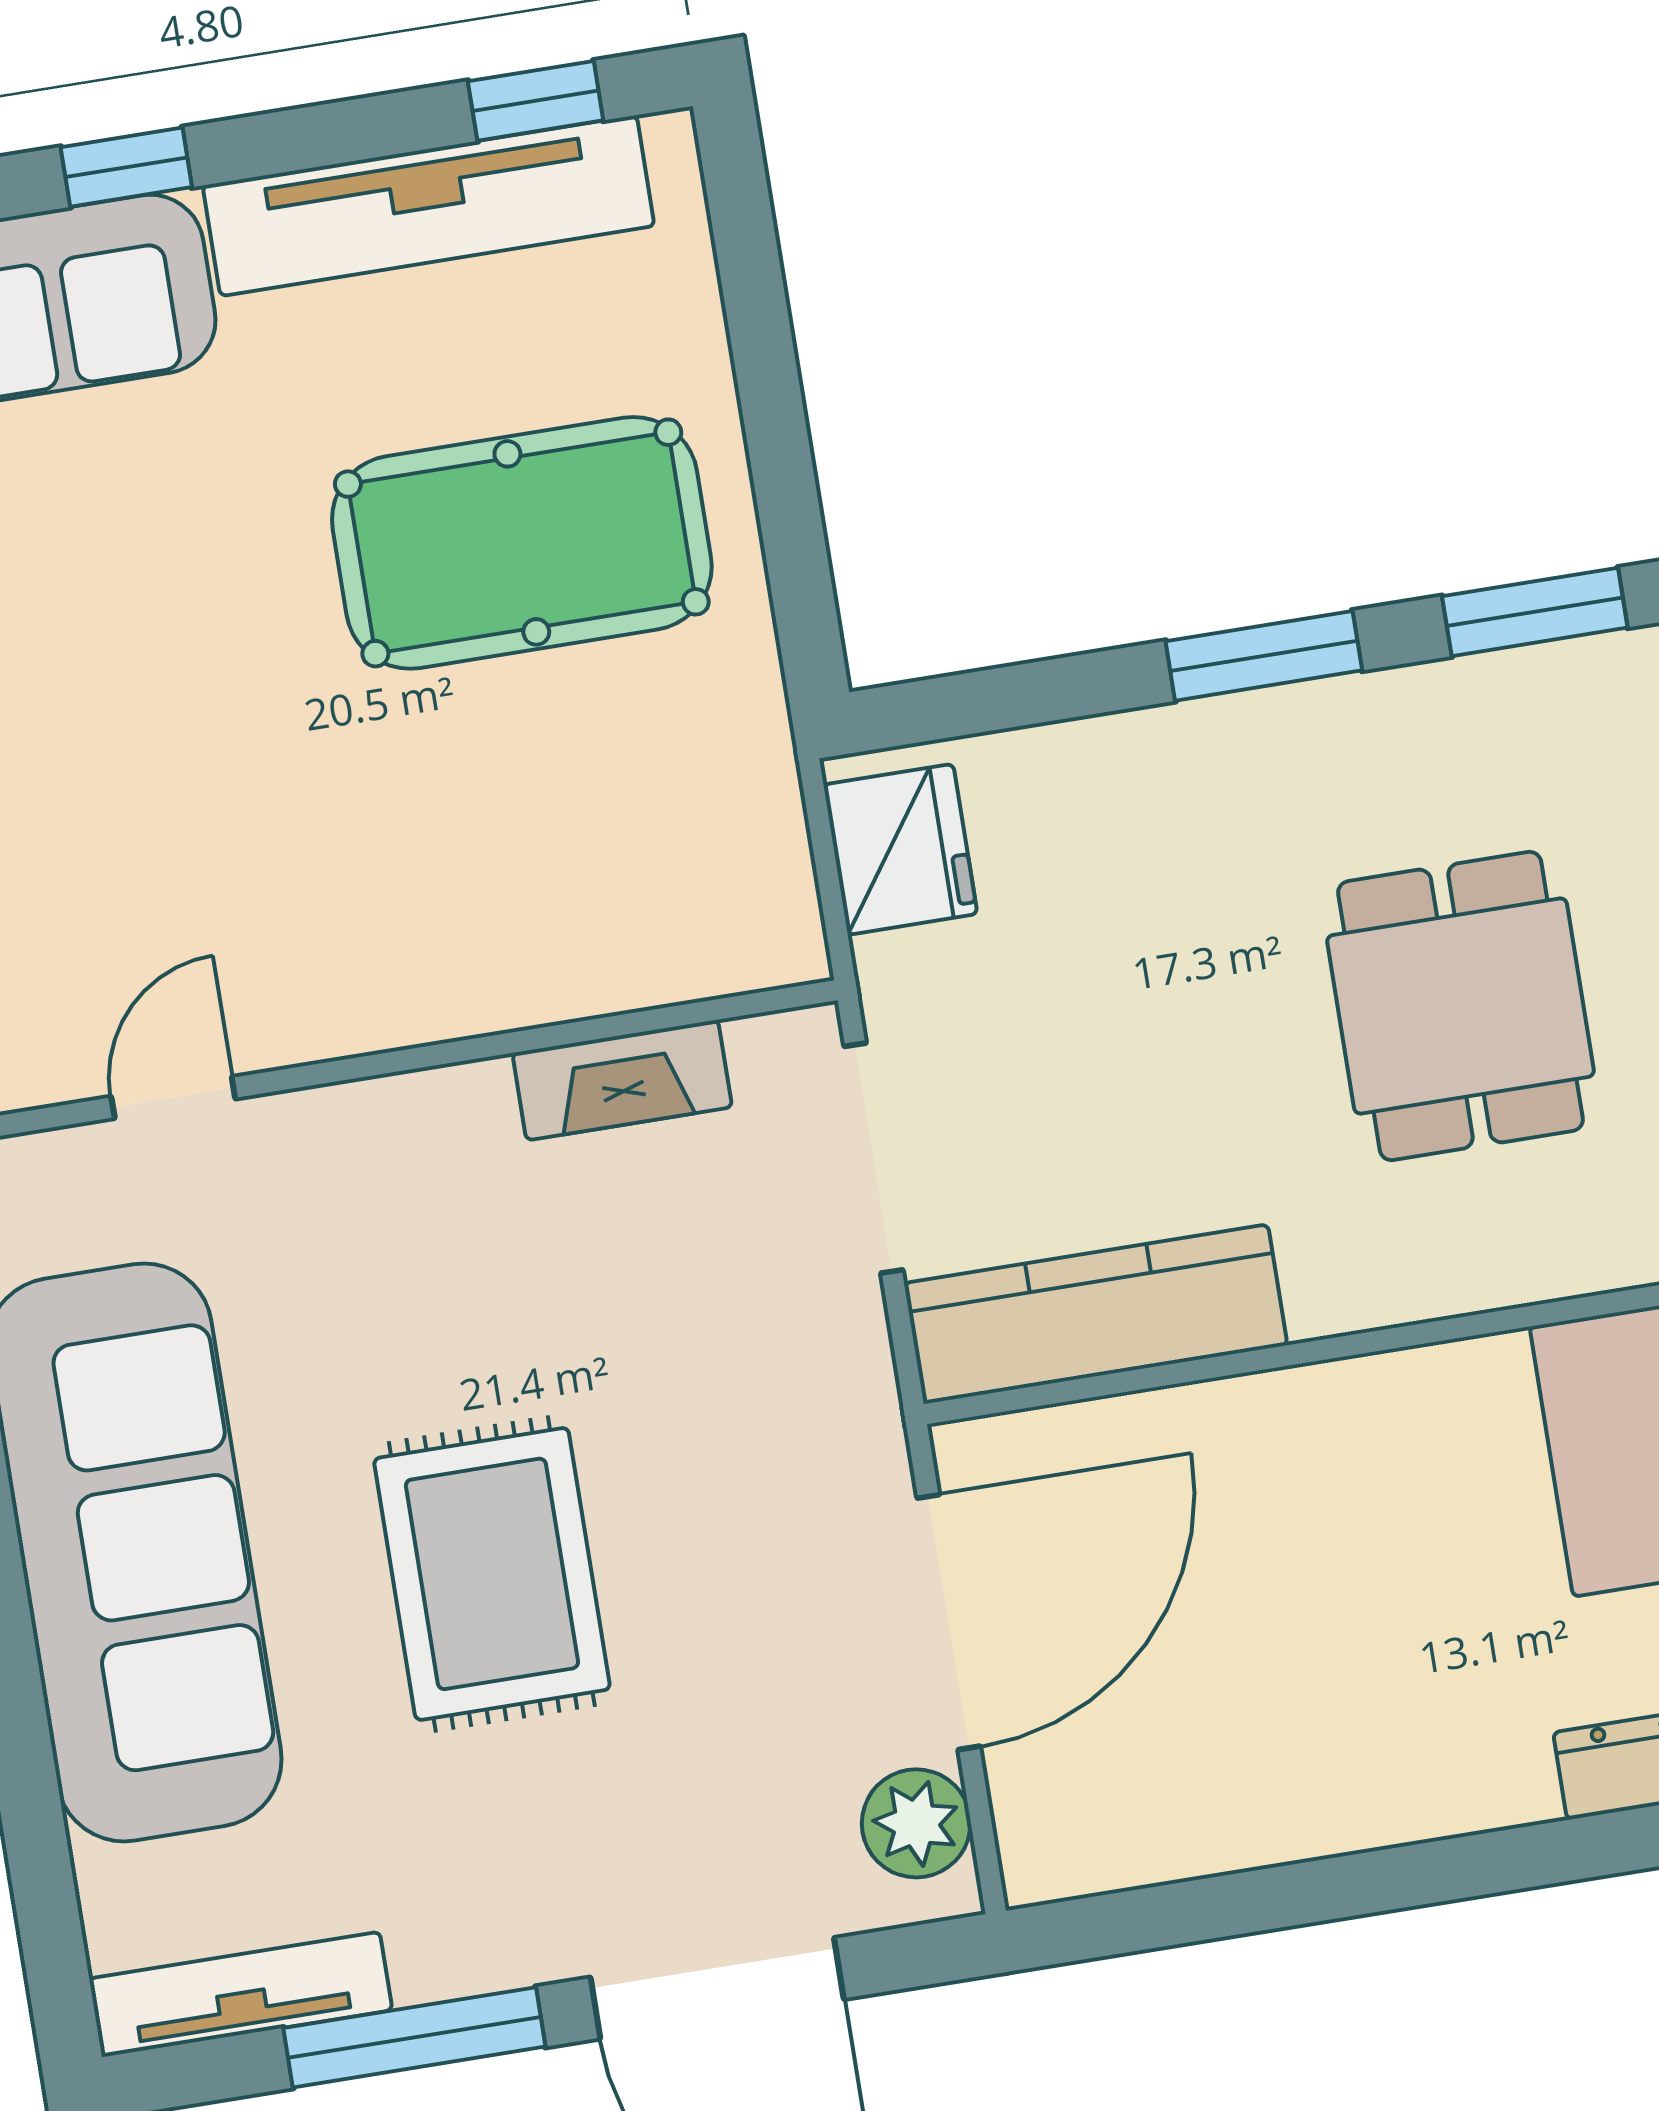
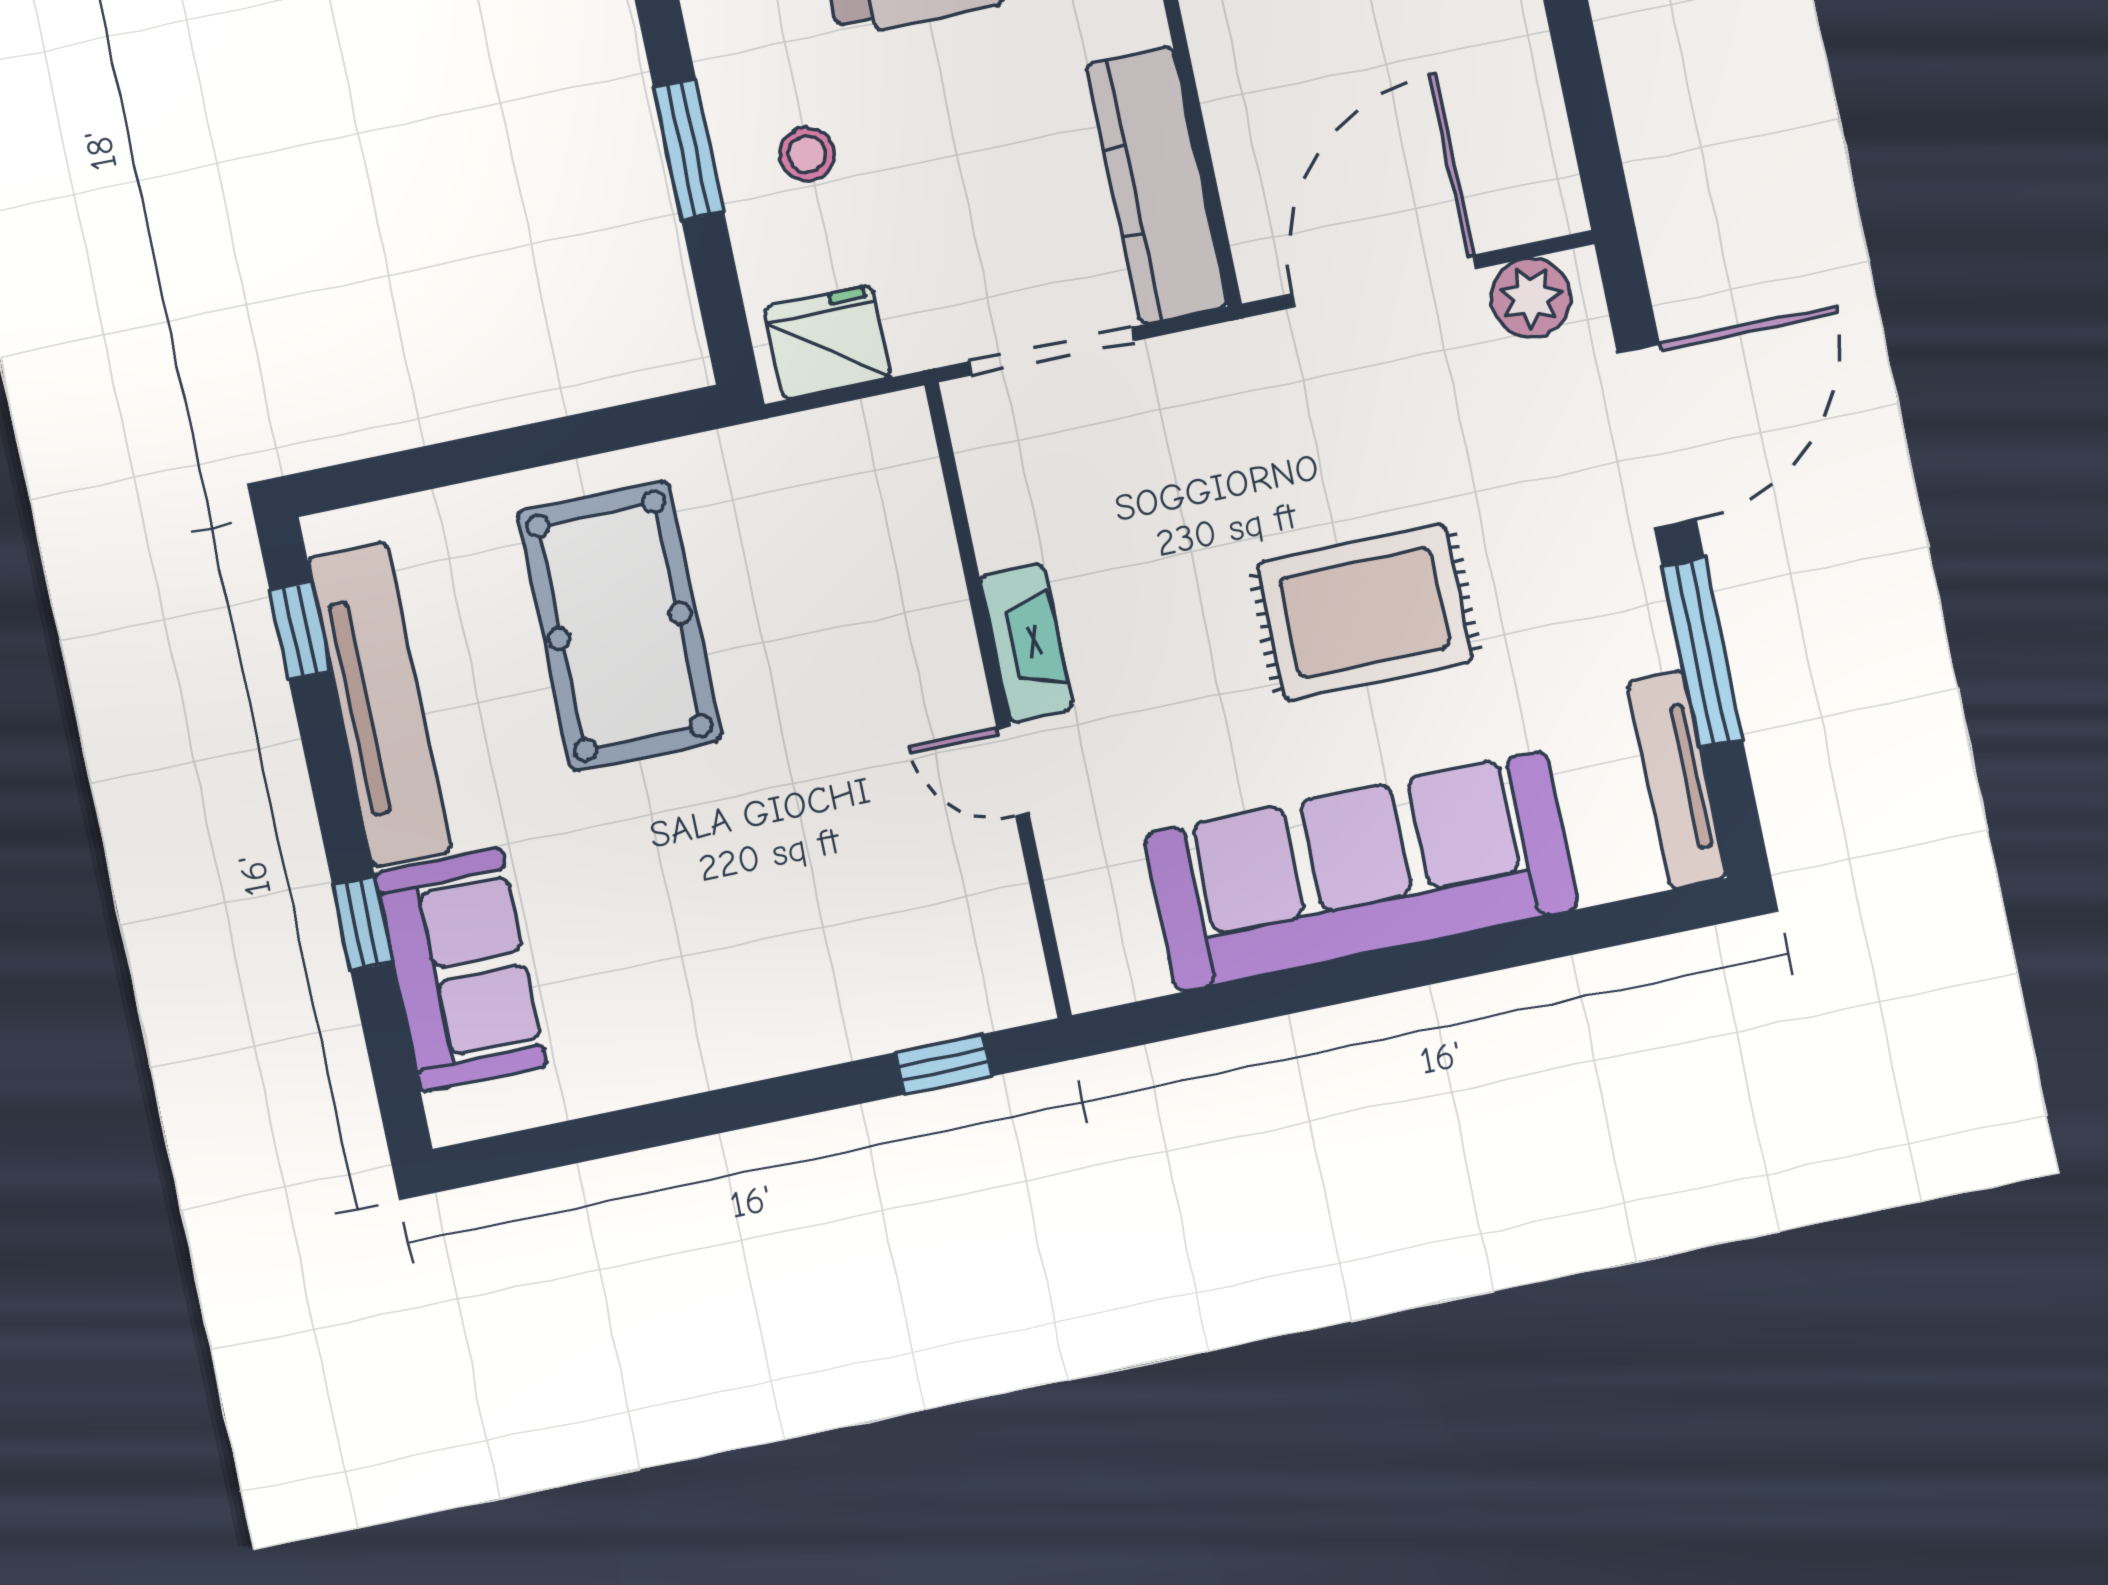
window: (1264, 656) -> (689, 149), moved
stool: (1161, 833) -> (807, 154), added
fireplace: (622, 1080) -> (1026, 643), moved
door: (173, 1098) -> (1013, 771), moved
door: (949, 1622) -> (1384, 281), hinge flipped

